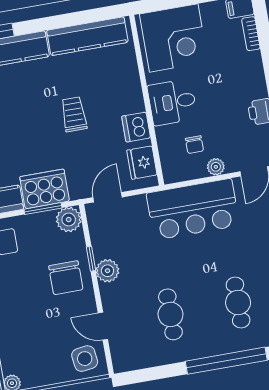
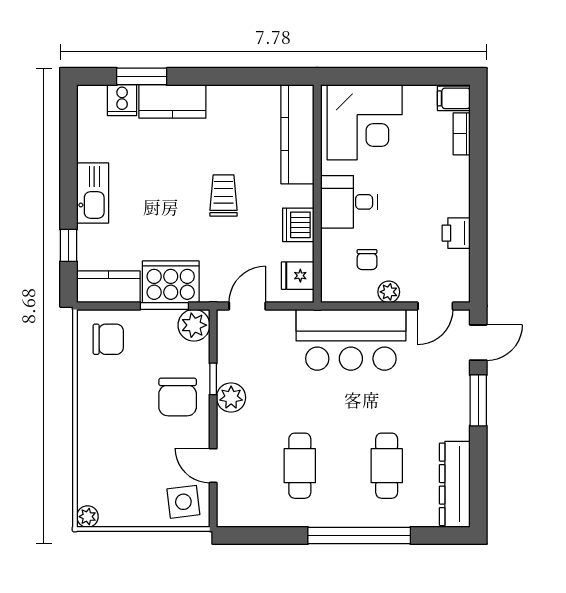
kitchen counter: (87, 36) -> (297, 134), moved, turned 90
fridge: (142, 163) -> (298, 276), width x0.72

